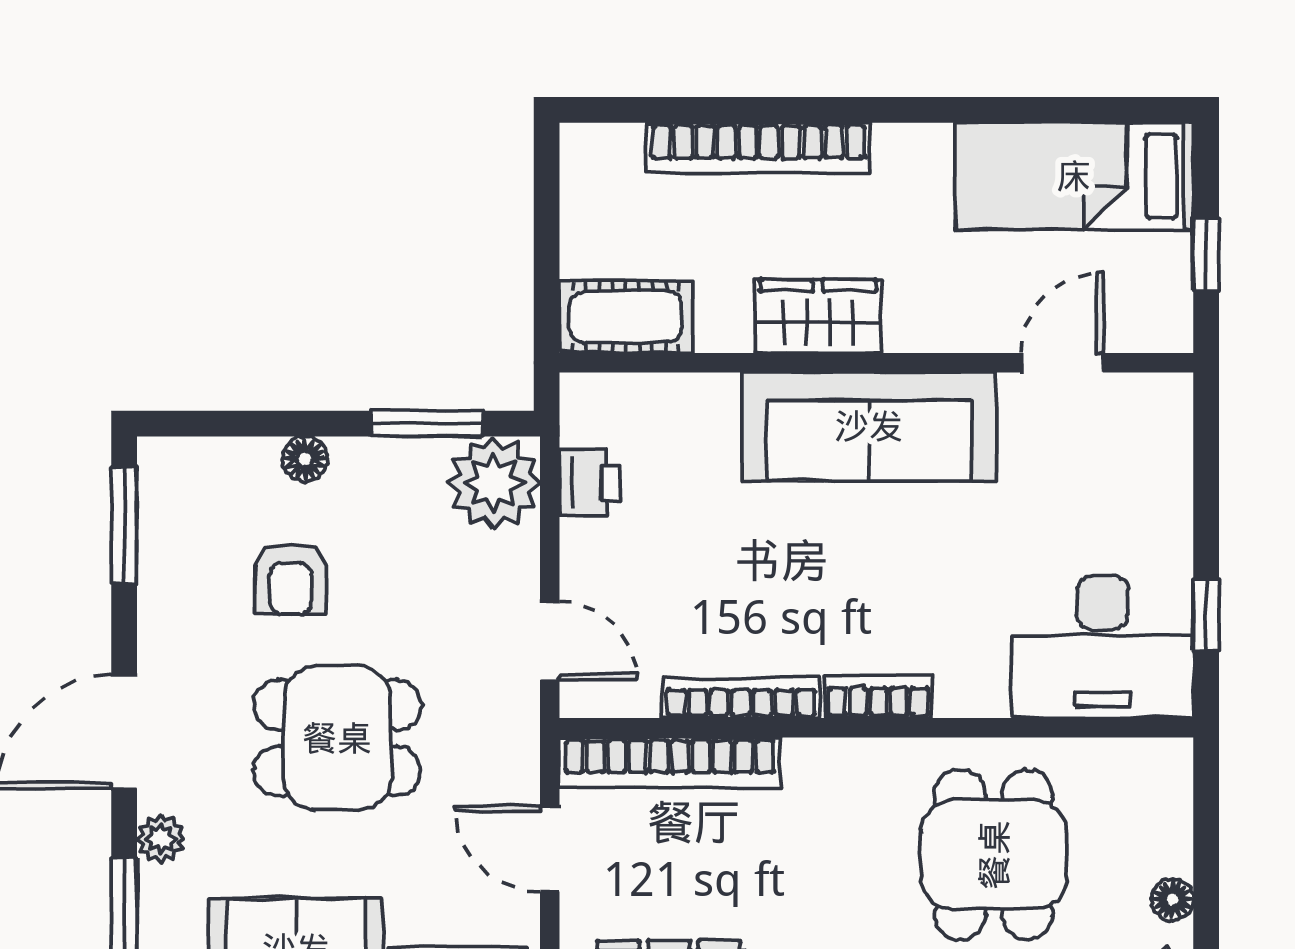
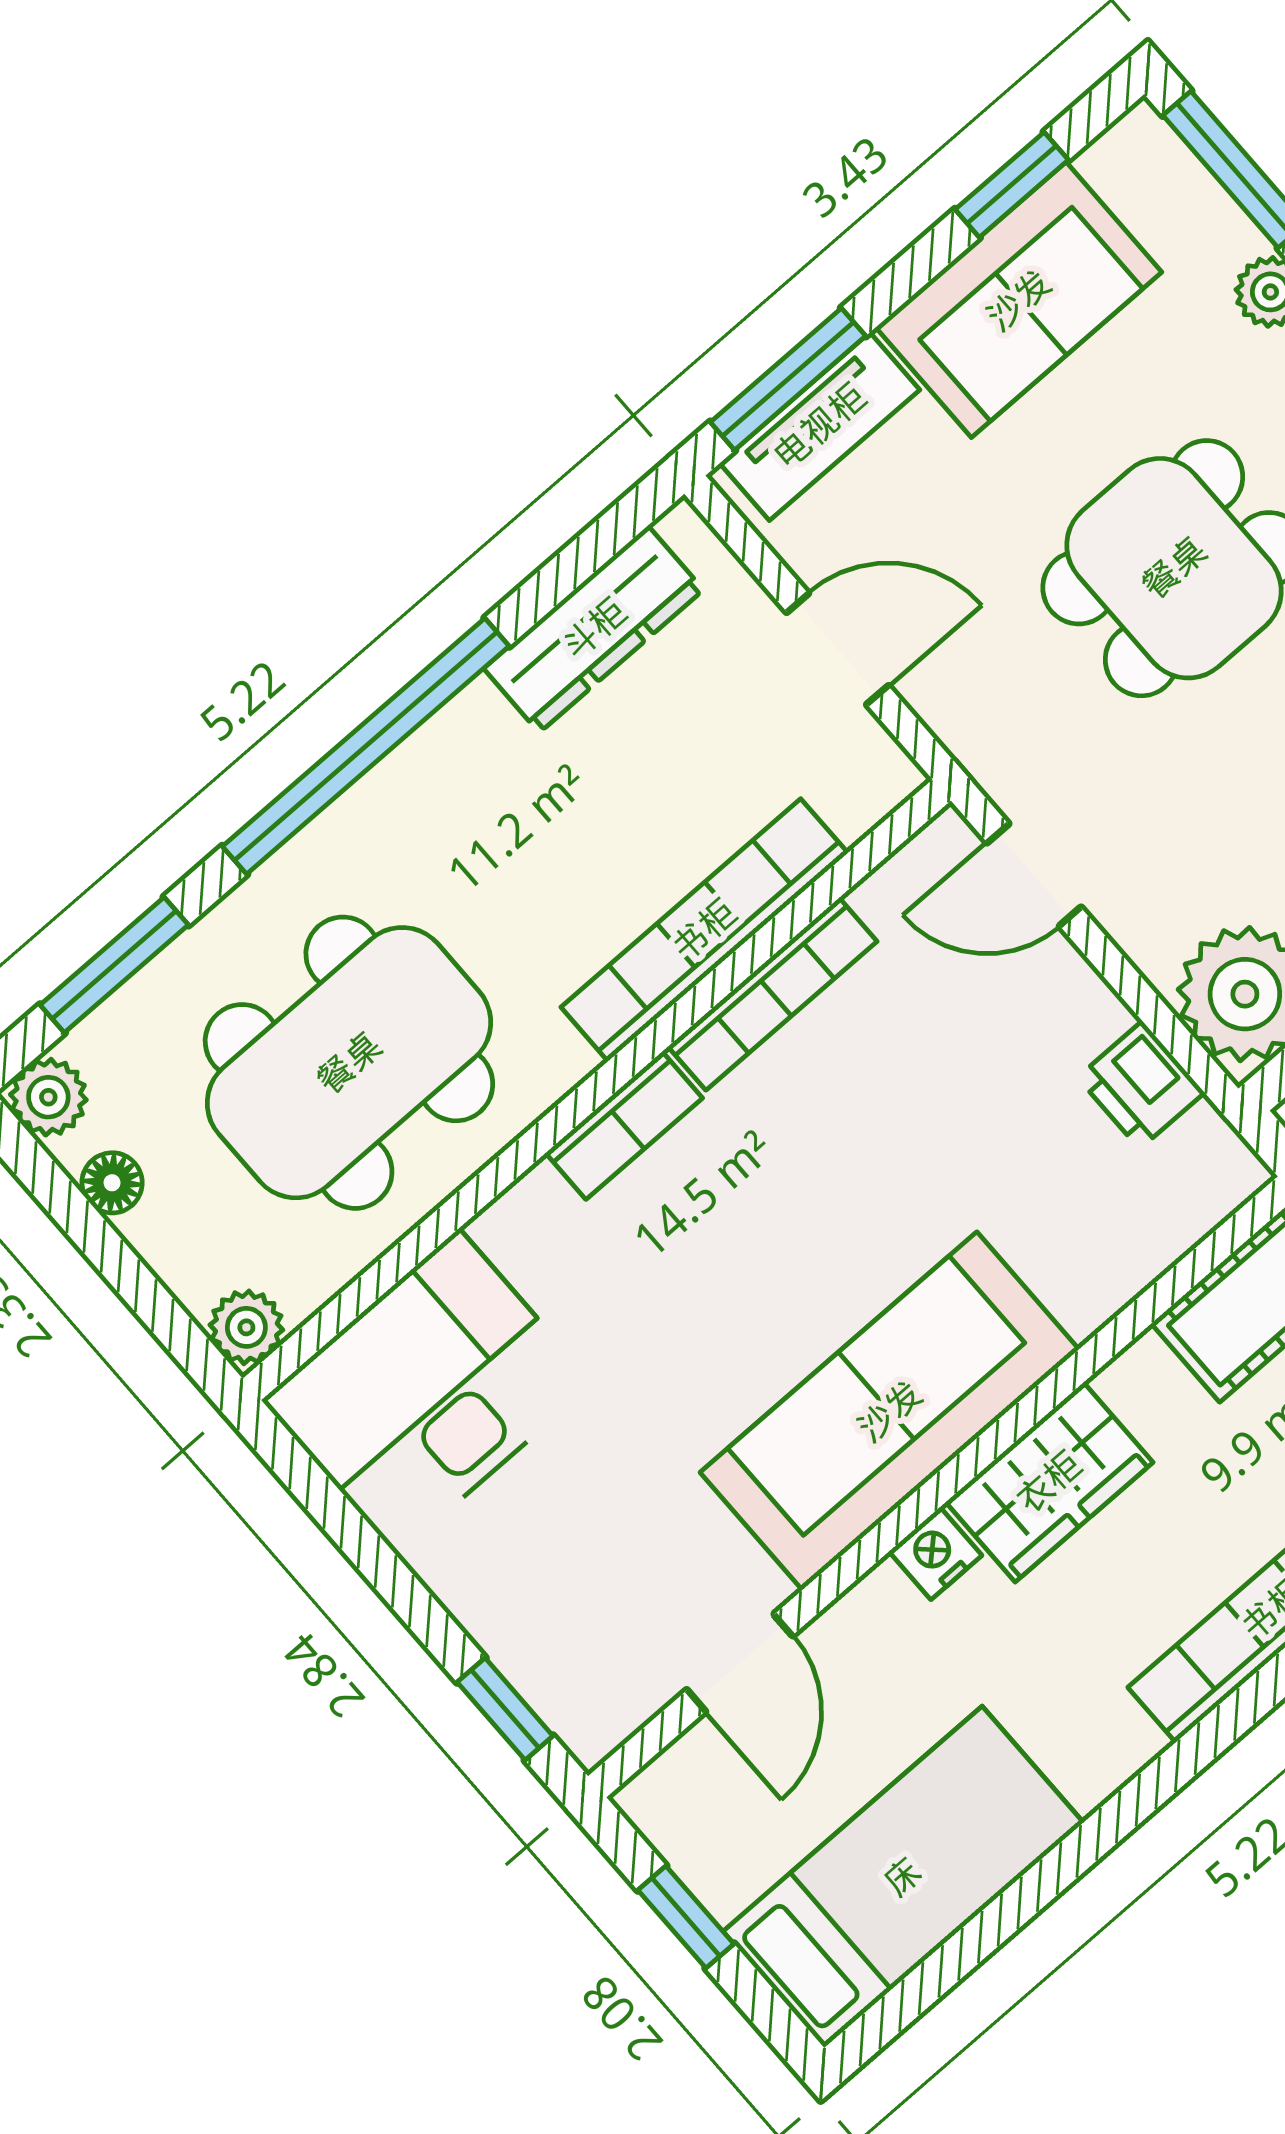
nightstand: (910, 331) -> (936, 1553), added
window: (1206, 615) -> (505, 1709), moved
bookcase: (670, 762) -> (704, 930), moved
plant: (1168, 763) -> (246, 1327), added
dining table: (994, 855) -> (349, 1063), width x1.38

